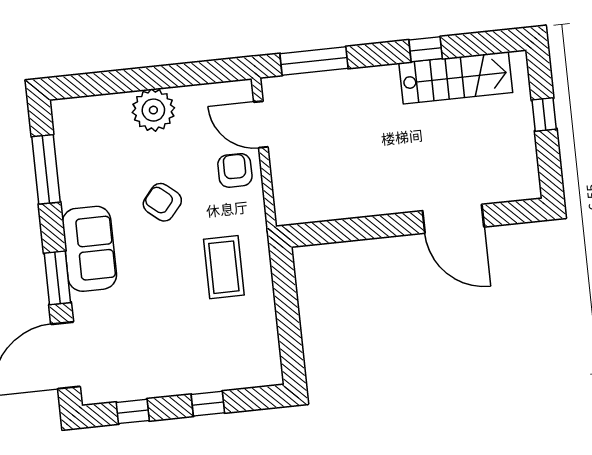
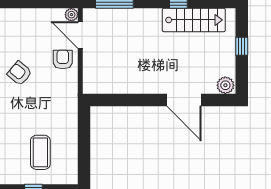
plant: (153, 110) -> (71, 15), moved, width x0.53, depth x0.53
plant: (523, 186) -> (225, 85), added
coffee table: (224, 267) -> (40, 152), moved

